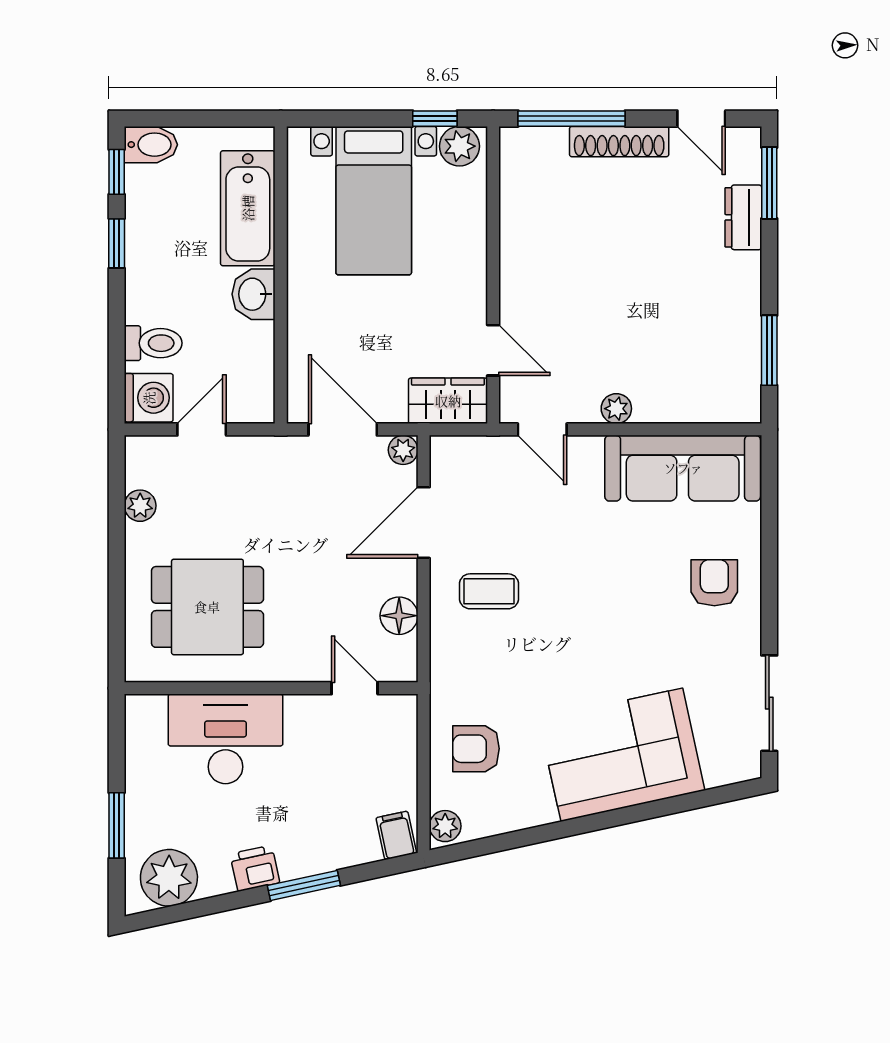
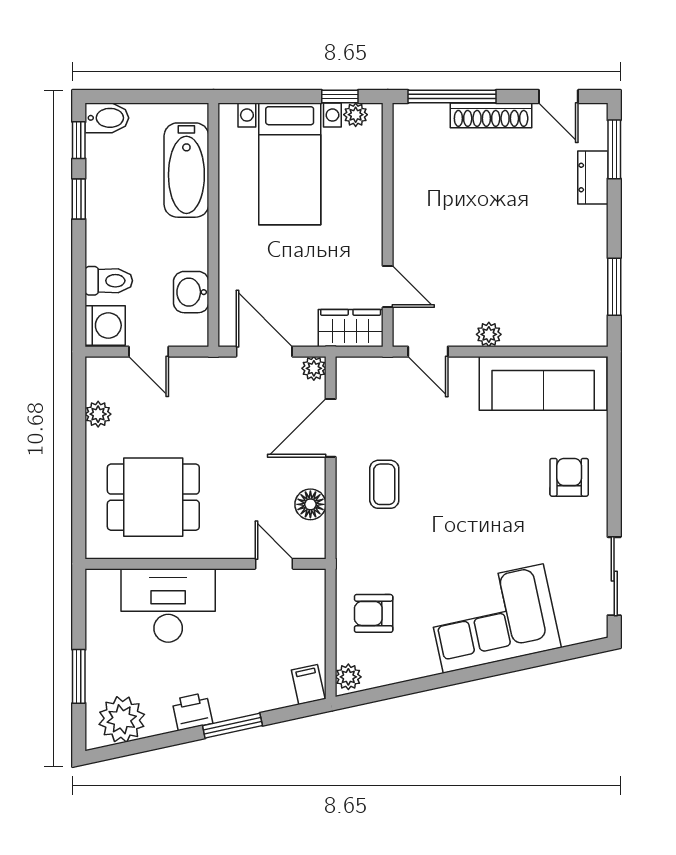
plant: (459, 146) -> (356, 115), width x0.73, depth x0.73
washbasin: (254, 294) -> (191, 292), moved
door: (202, 429) -> (149, 352), swing flipped
coffee table: (489, 591) -> (384, 484), turned 90

